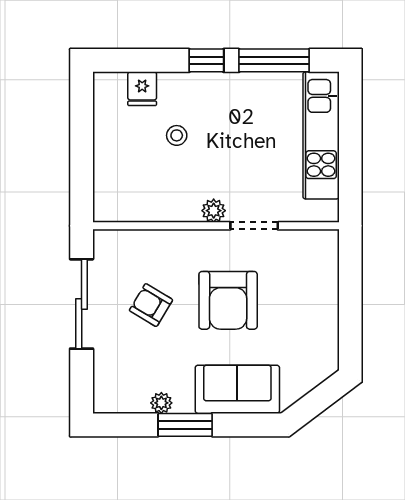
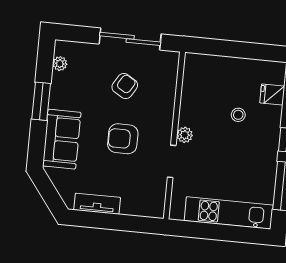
armchair: (228, 300) -> (123, 139), width x0.73, depth x0.73
tv unit: (326, 328) -> (97, 204), added
plant: (161, 403) -> (60, 64), moved

